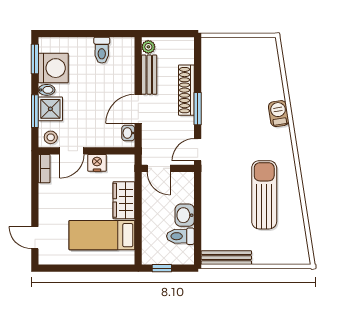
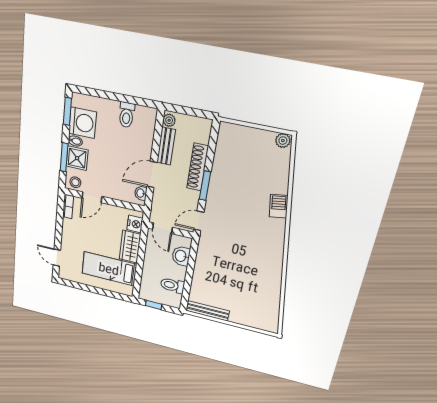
plant: (268, 44) -> (283, 141), added
nightstand: (97, 163) -> (135, 224), moved, turned 90
sun lounger: (264, 195) -> (250, 271), removed
washbasin: (185, 215) -> (181, 256), moved

